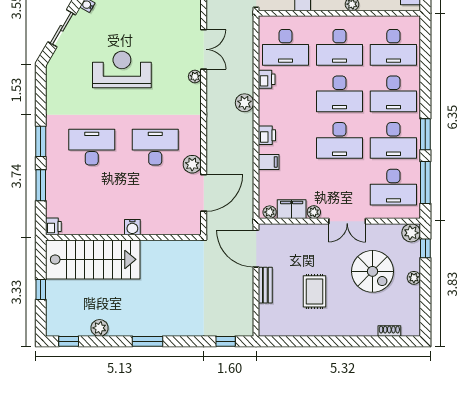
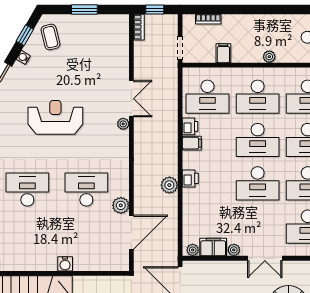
plant: (245, 103) -> (169, 185), moved
filing cabinet: (269, 162) -> (192, 143), moved

